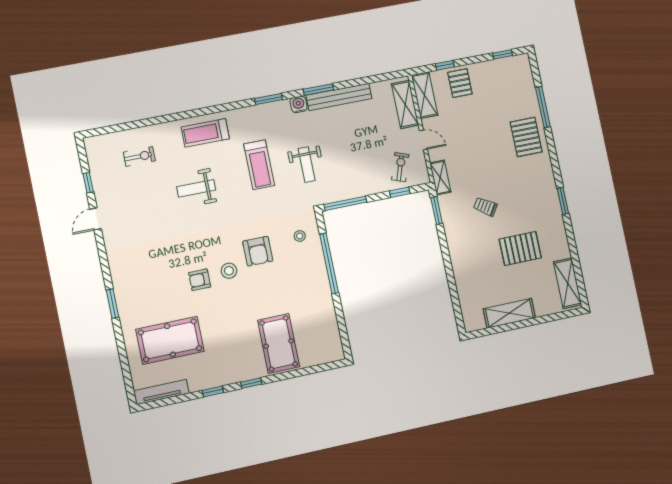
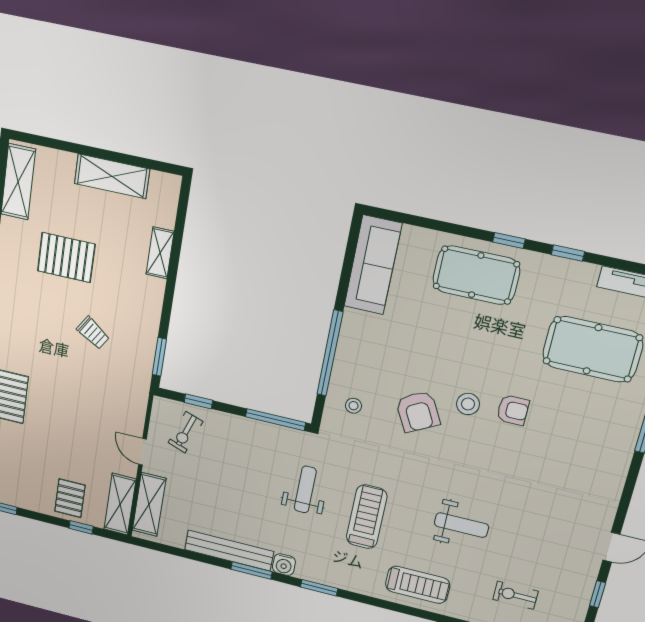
shelving: (440, 178) -> (160, 253), moved
armchair: (258, 251) -> (418, 412), turned 152
sofa: (326, 331) -> (373, 265), added
pool table: (279, 344) -> (476, 275), moved, turned 90

